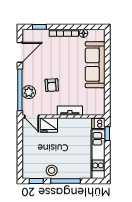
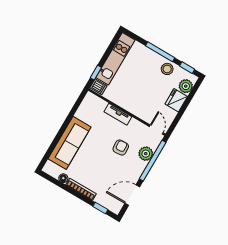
fridge: (49, 125) -> (176, 100), moved, turned -90
plant: (29, 165) -> (186, 86), added

